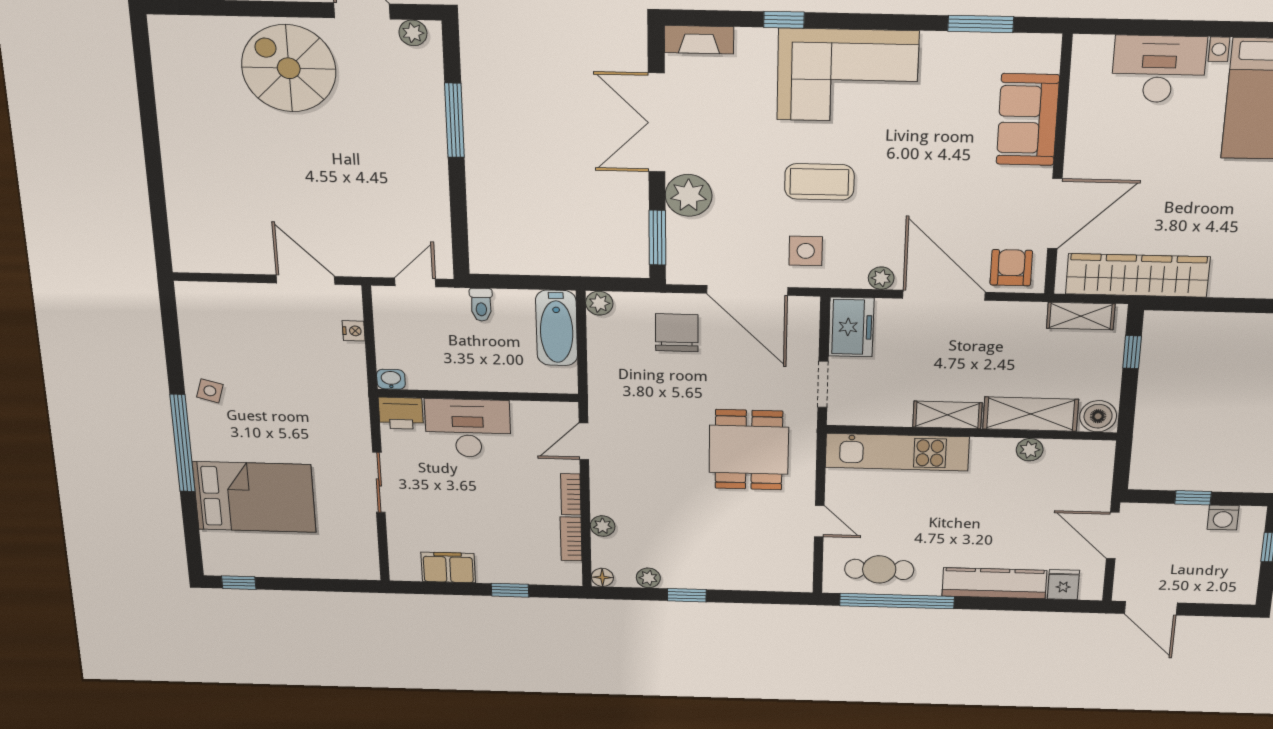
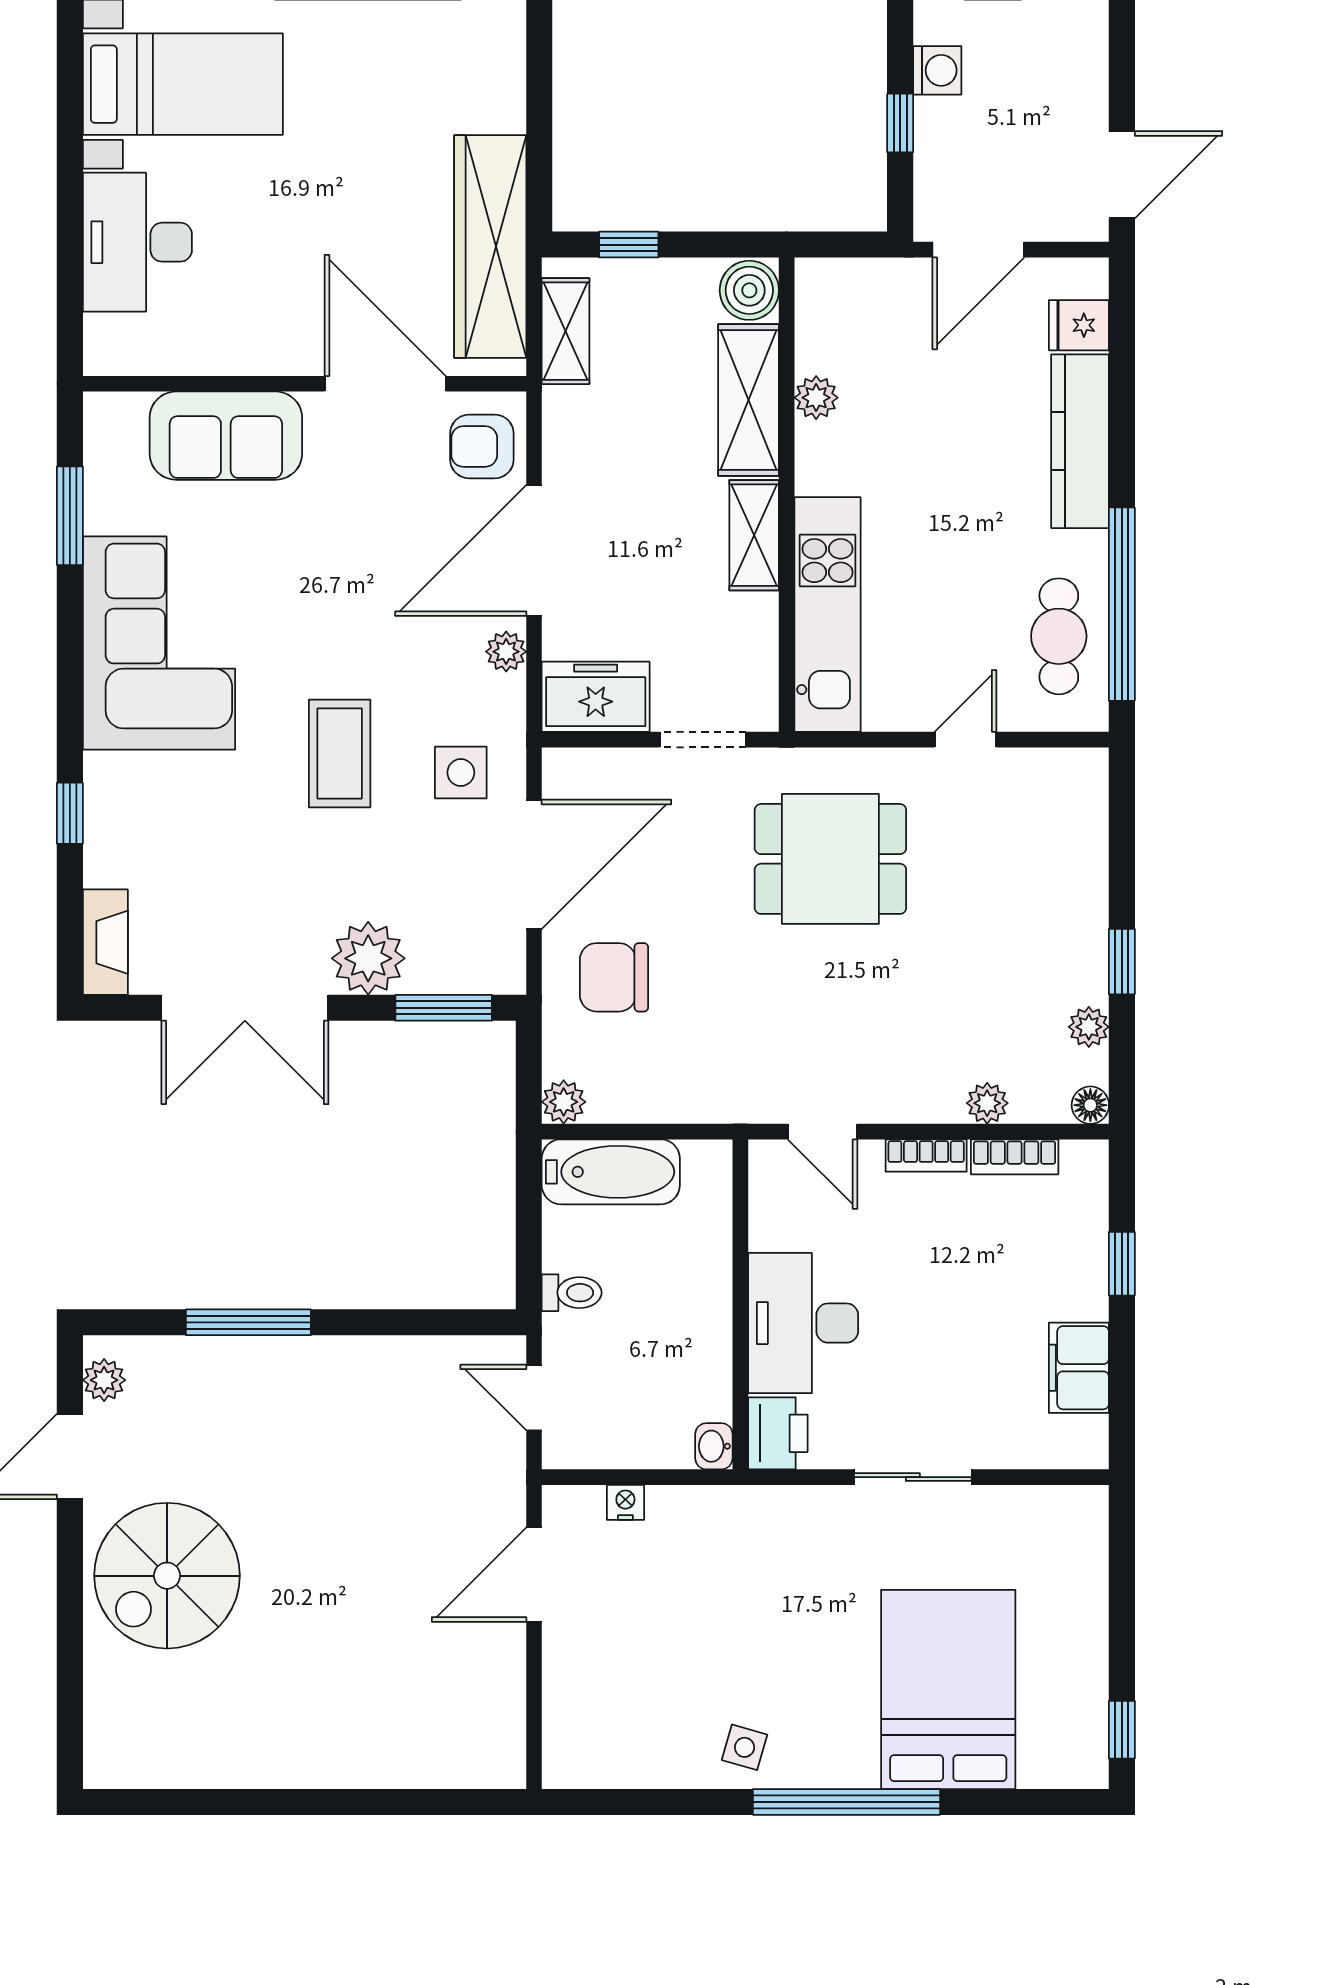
corner sofa: (848, 75) -> (159, 643), moved

